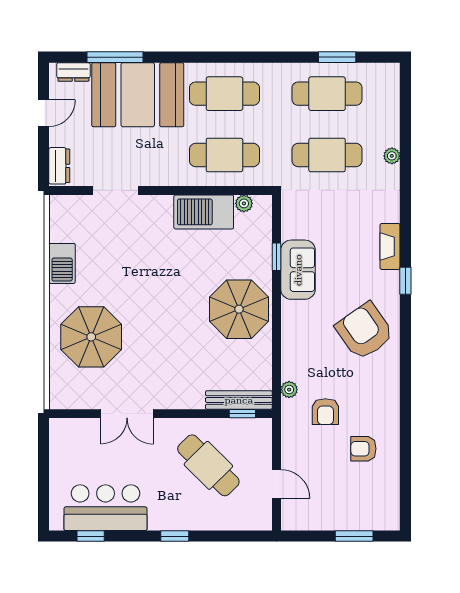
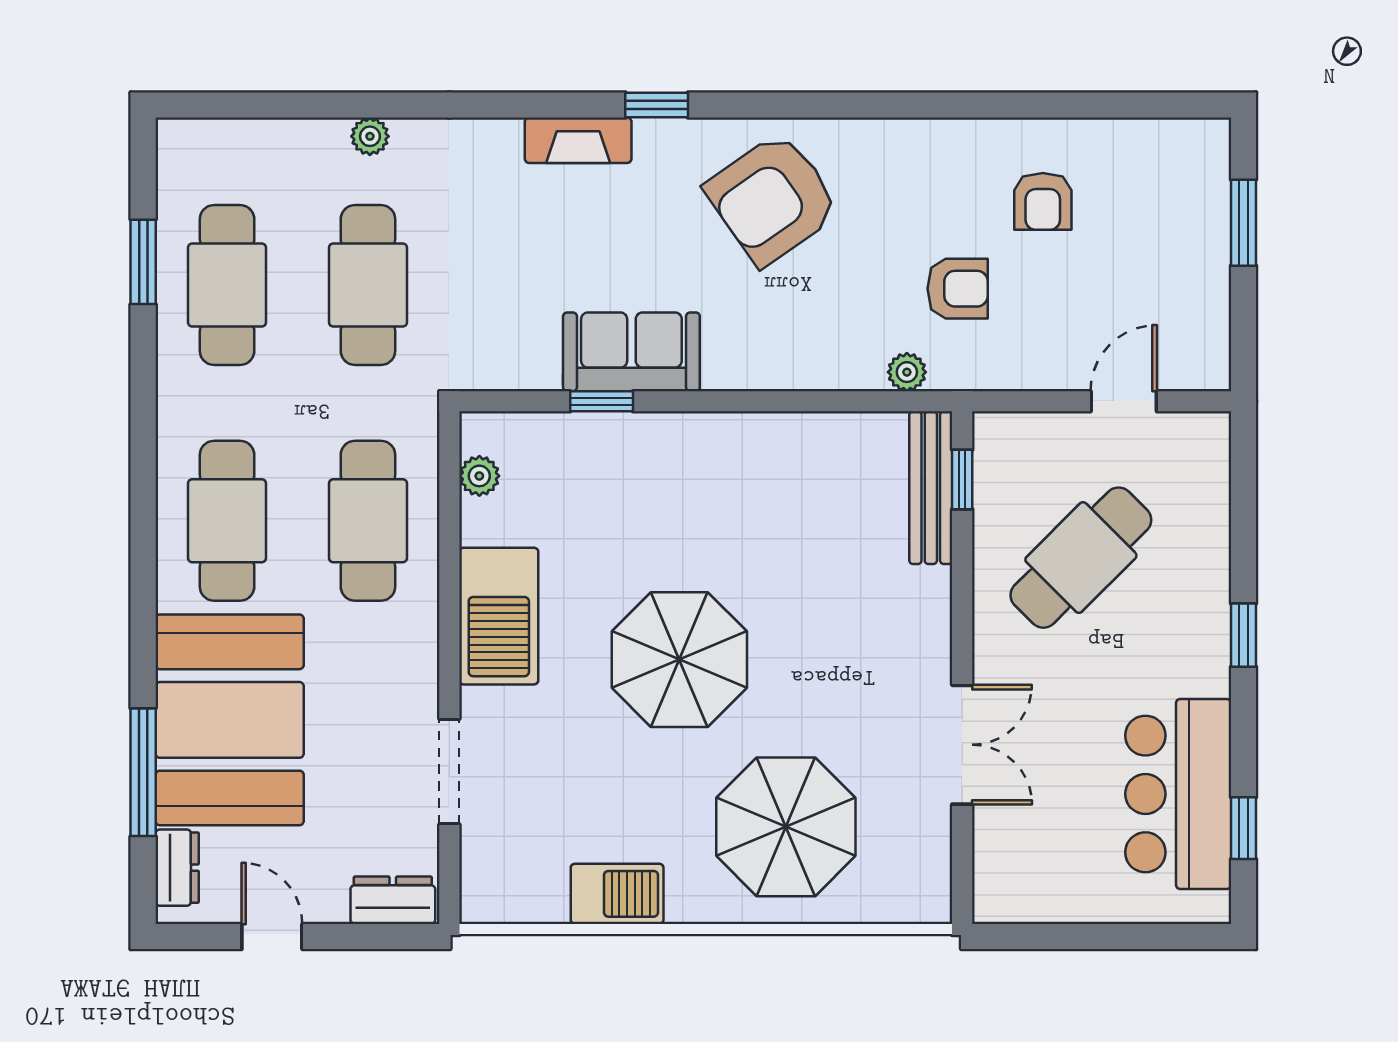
barbecue: (204, 212) -> (499, 616), moved
parasol: (239, 309) -> (679, 660), moved

